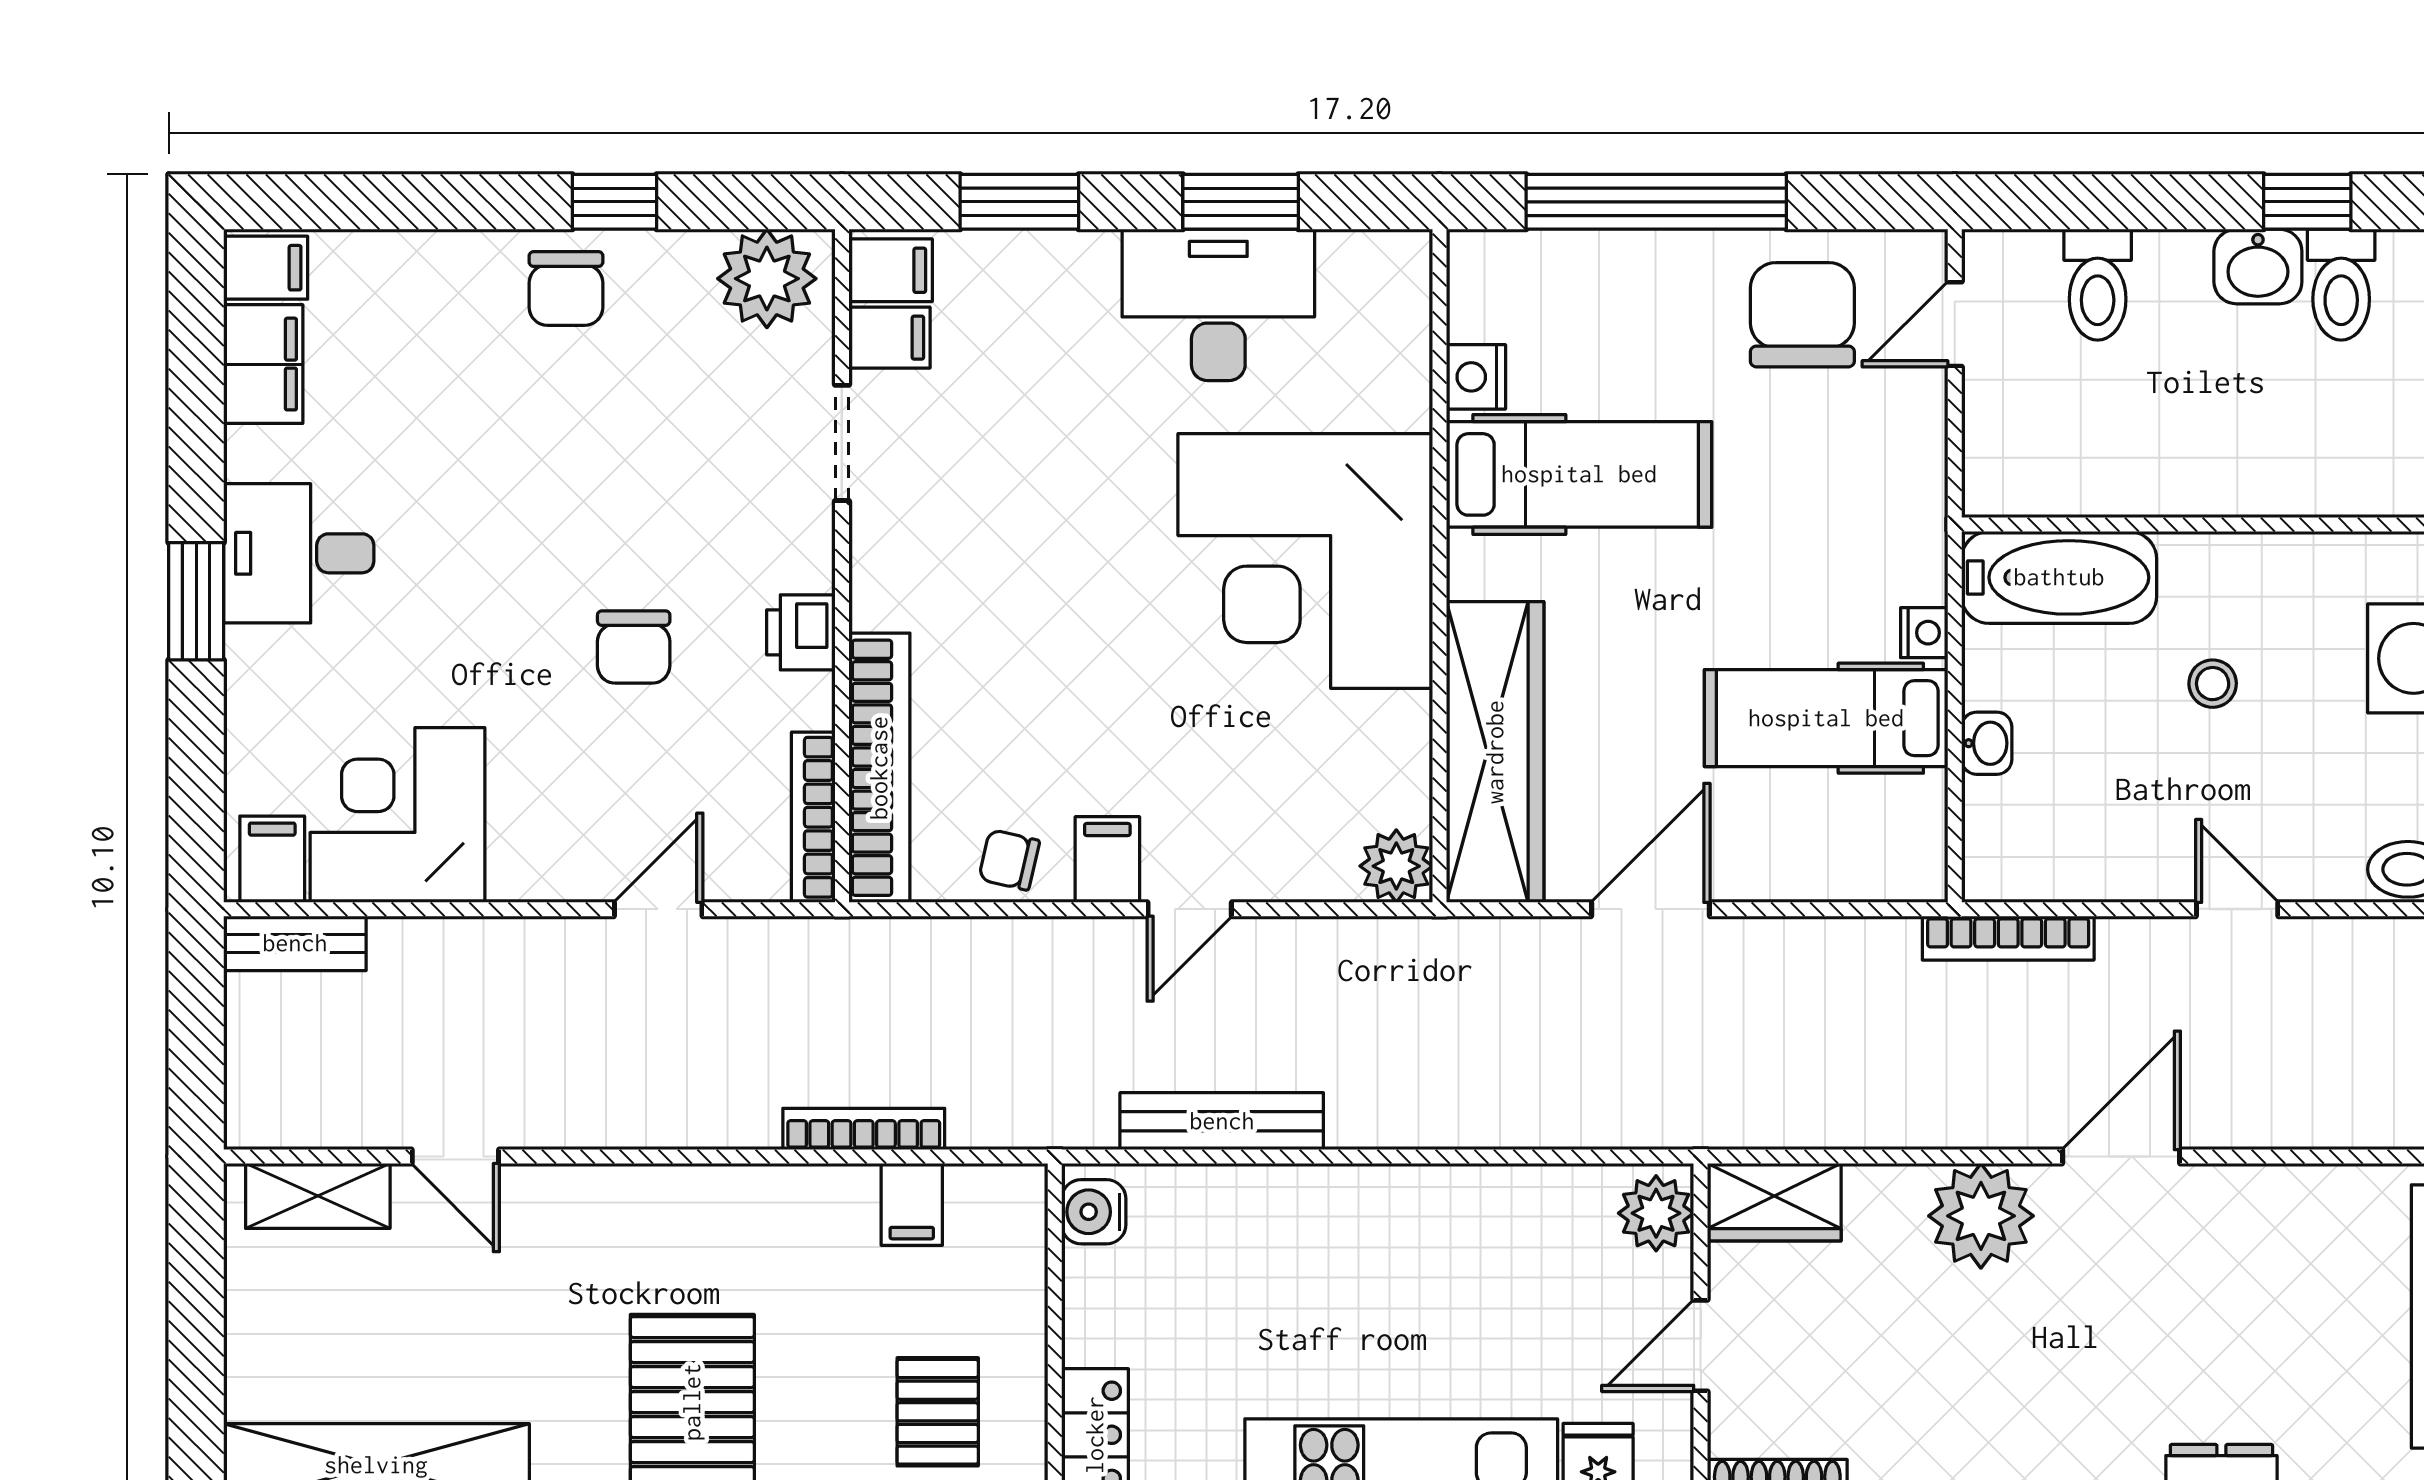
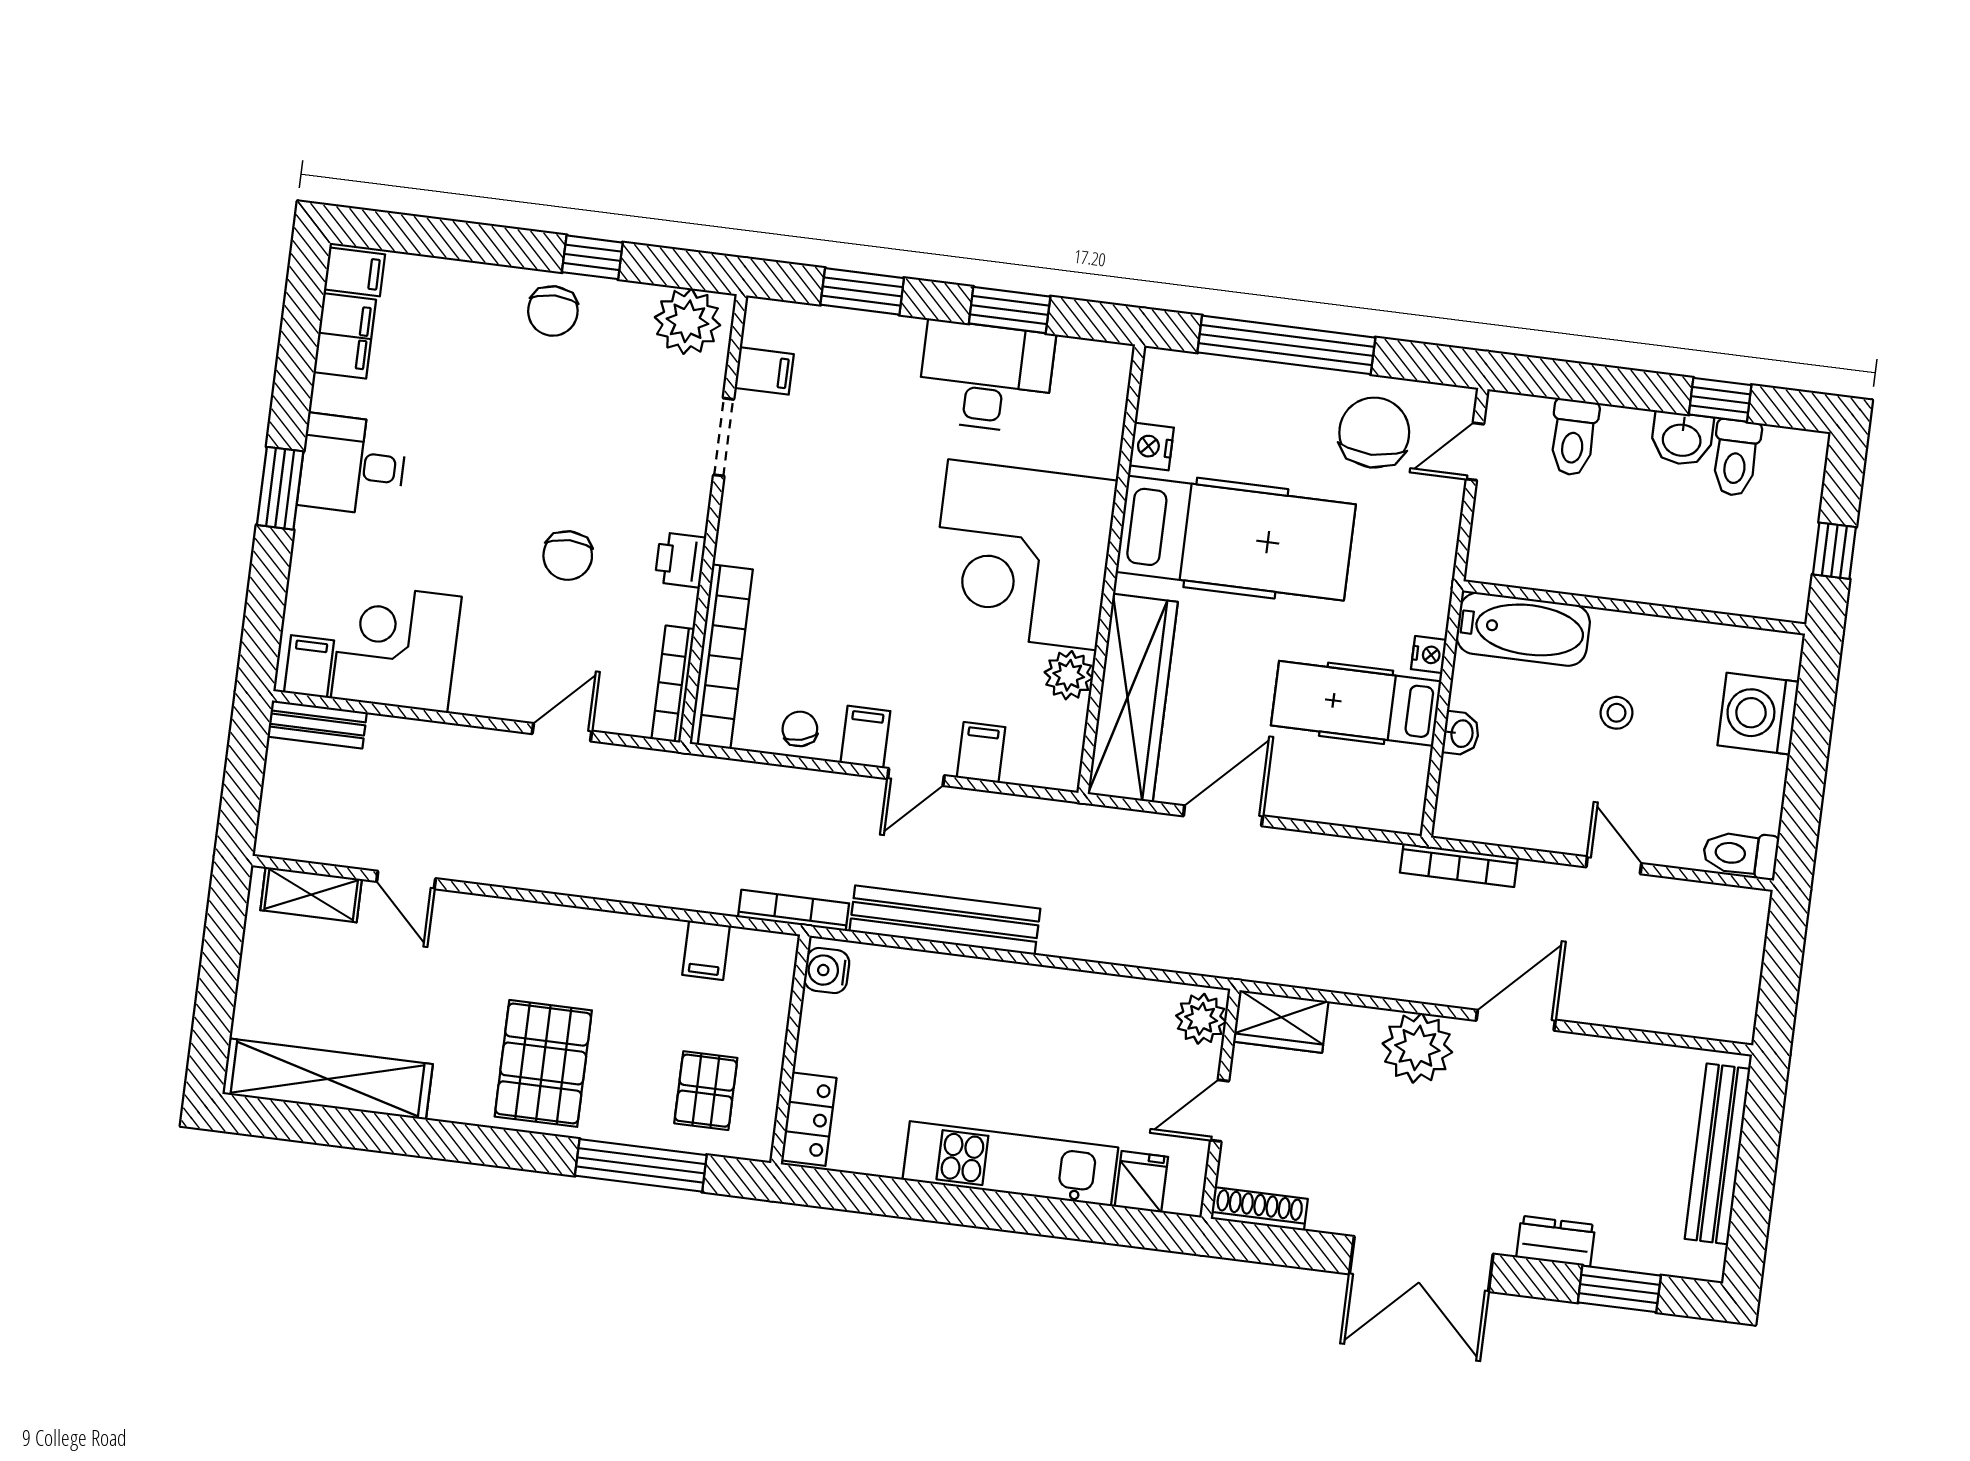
filing cabinet: (891, 270) -> (981, 752), moved, turned -90
hospital bed: (1579, 474) -> (1236, 538), width x1.37, depth x1.29
chair: (1009, 860) -> (800, 729), turned 62
plant: (1396, 866) -> (1069, 675), moved
bench: (1222, 1121) -> (945, 920), width x1.37, depth x1.21
bookcase: (864, 1129) -> (793, 910), moved

